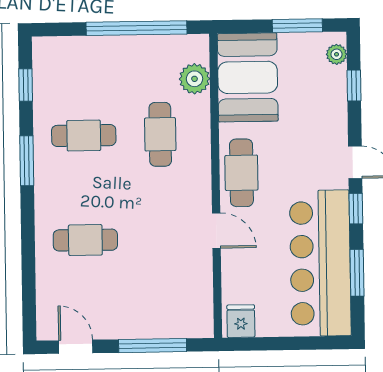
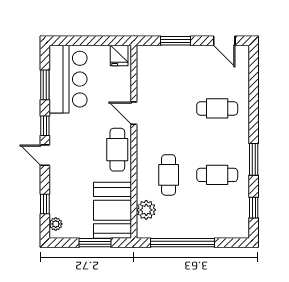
window: (297, 26) -> (95, 243), moved
bar counter: (320, 263) -> (68, 79), width x0.73
window: (153, 346) -> (176, 41), width x0.69

